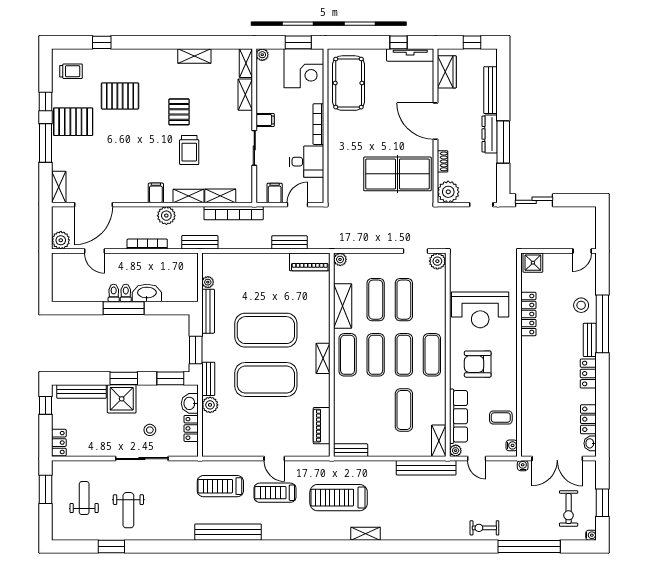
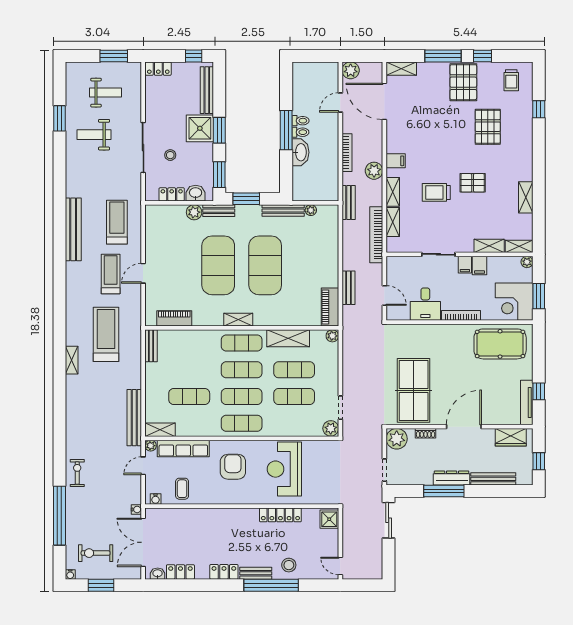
filing cabinet: (275, 193) -> (479, 265), moved, turned 90

